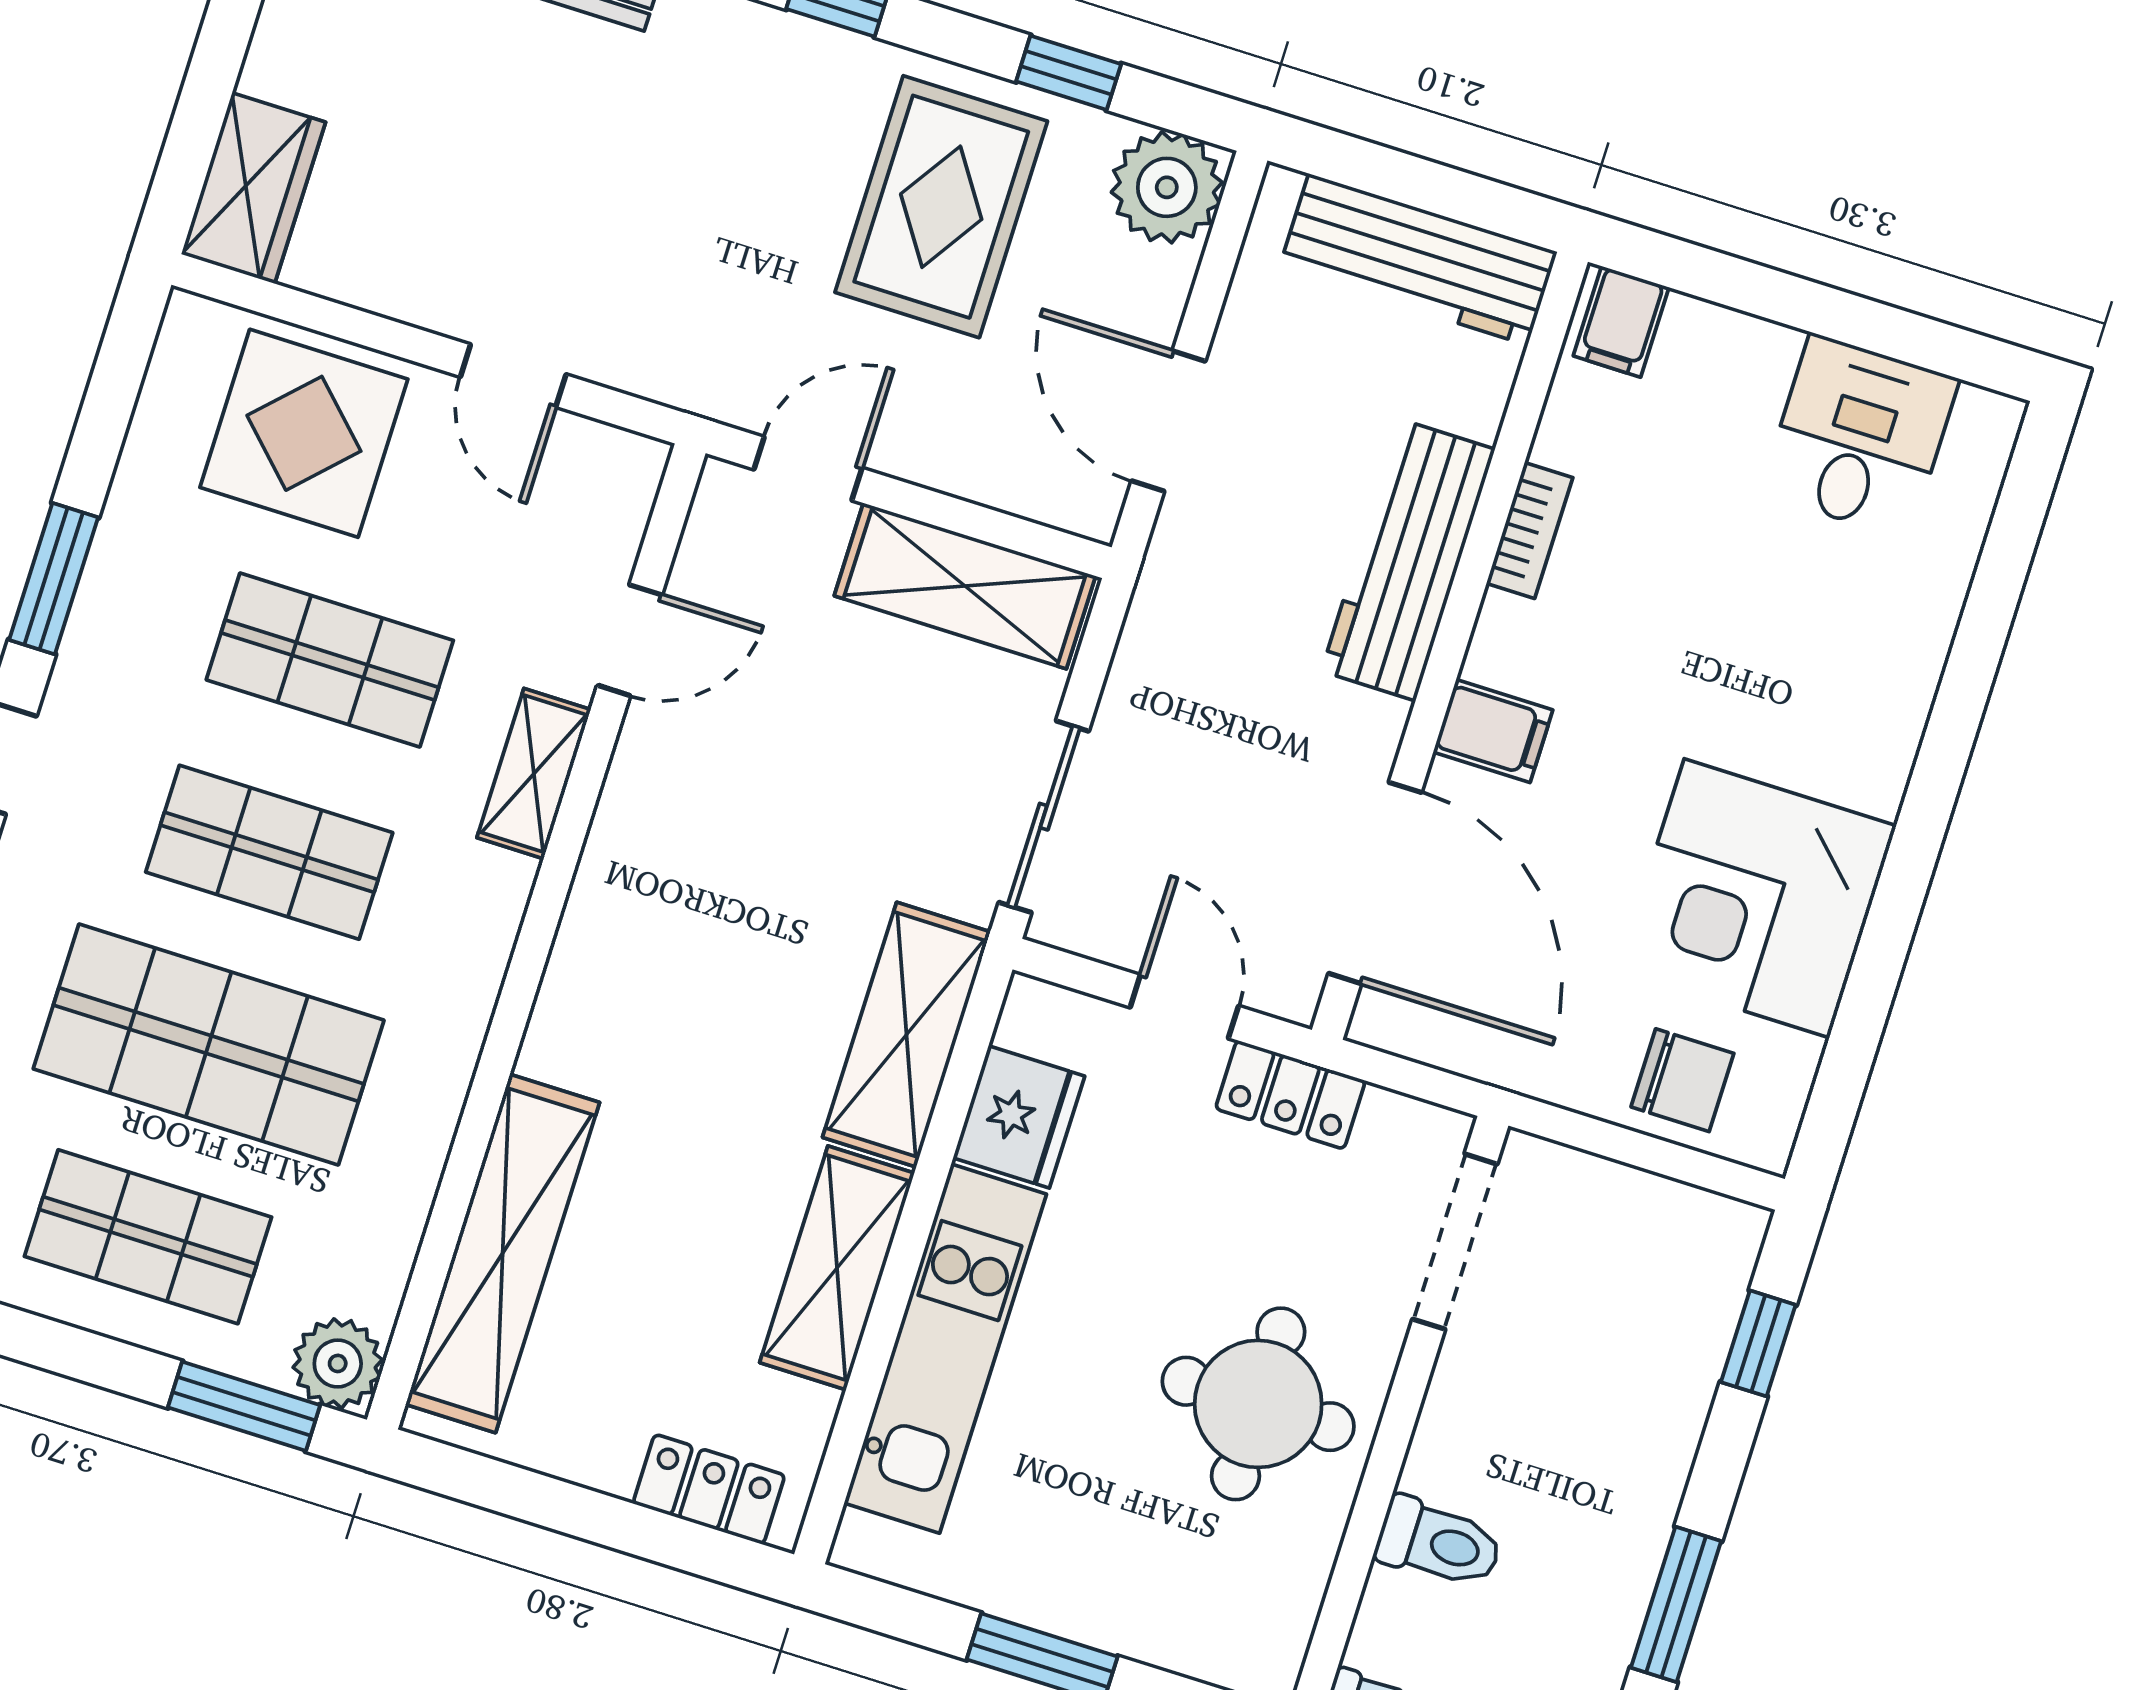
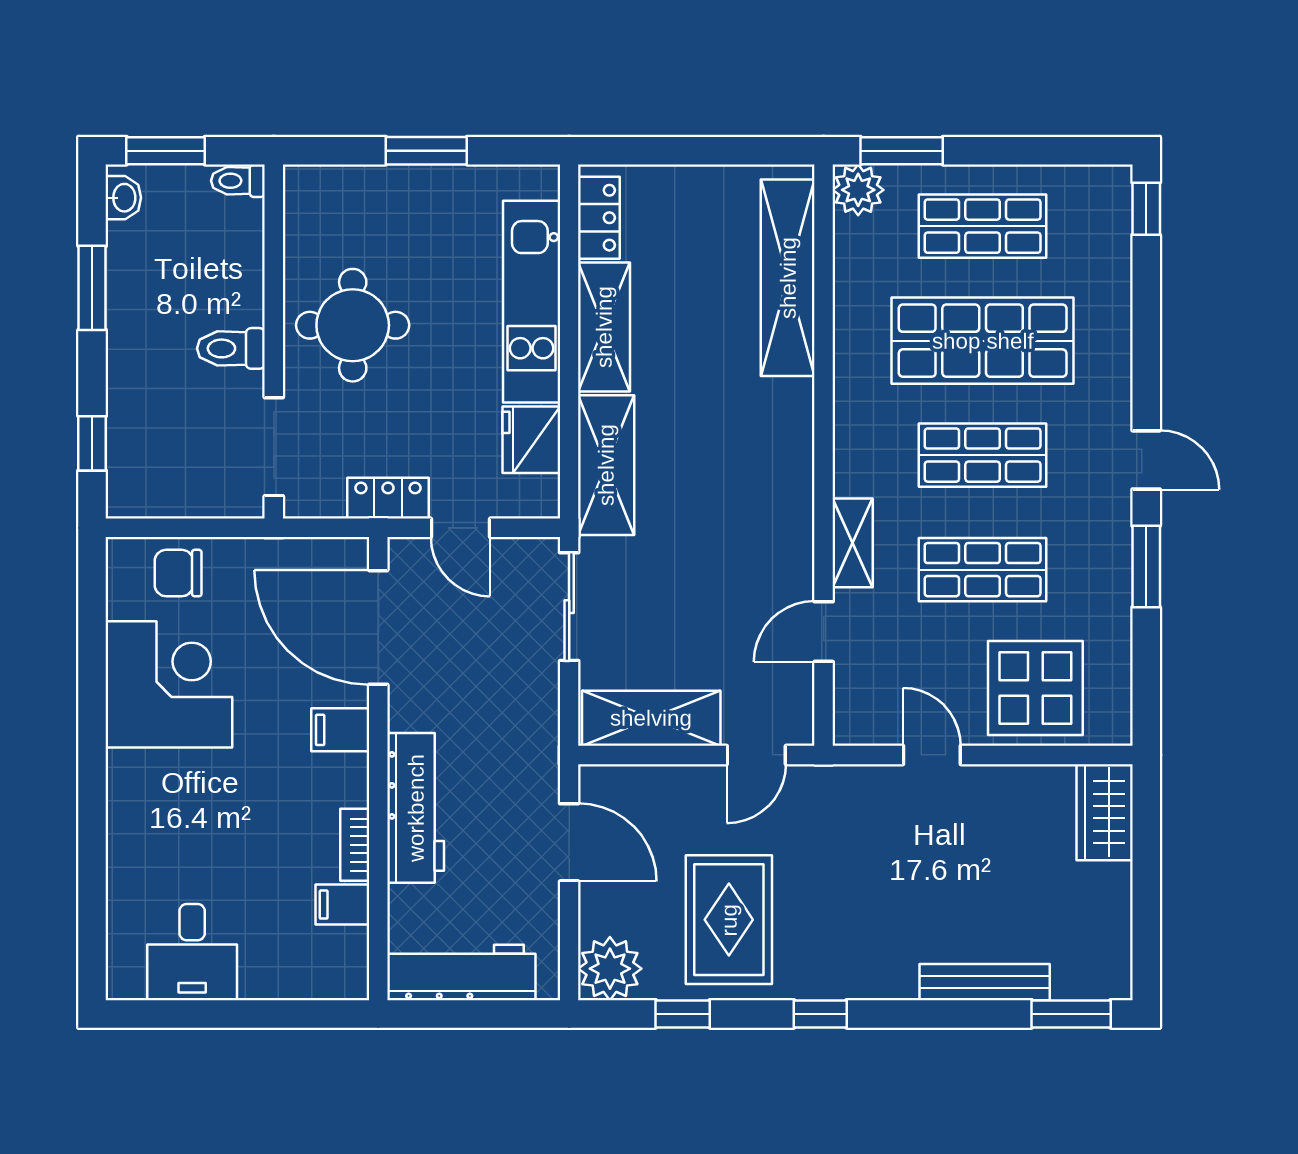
filing cabinet: (1621, 322) -> (342, 905), moved, turned -90
locker: (709, 1489) -> (599, 218), moved, turned -90
toilet: (1439, 1543) -> (231, 348), moved

